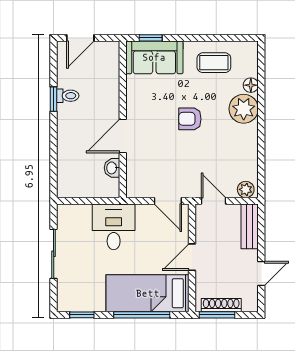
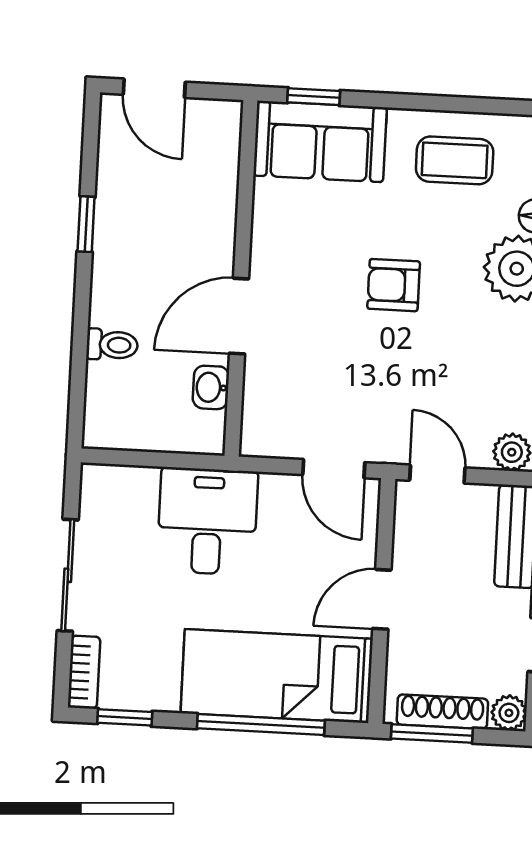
door: (80, 38) -> (154, 88), hinge flipped
toilet: (68, 96) -> (112, 345), moved
bookcase: (63, 296) -> (84, 672), added
plant: (250, 304) -> (509, 713), added

